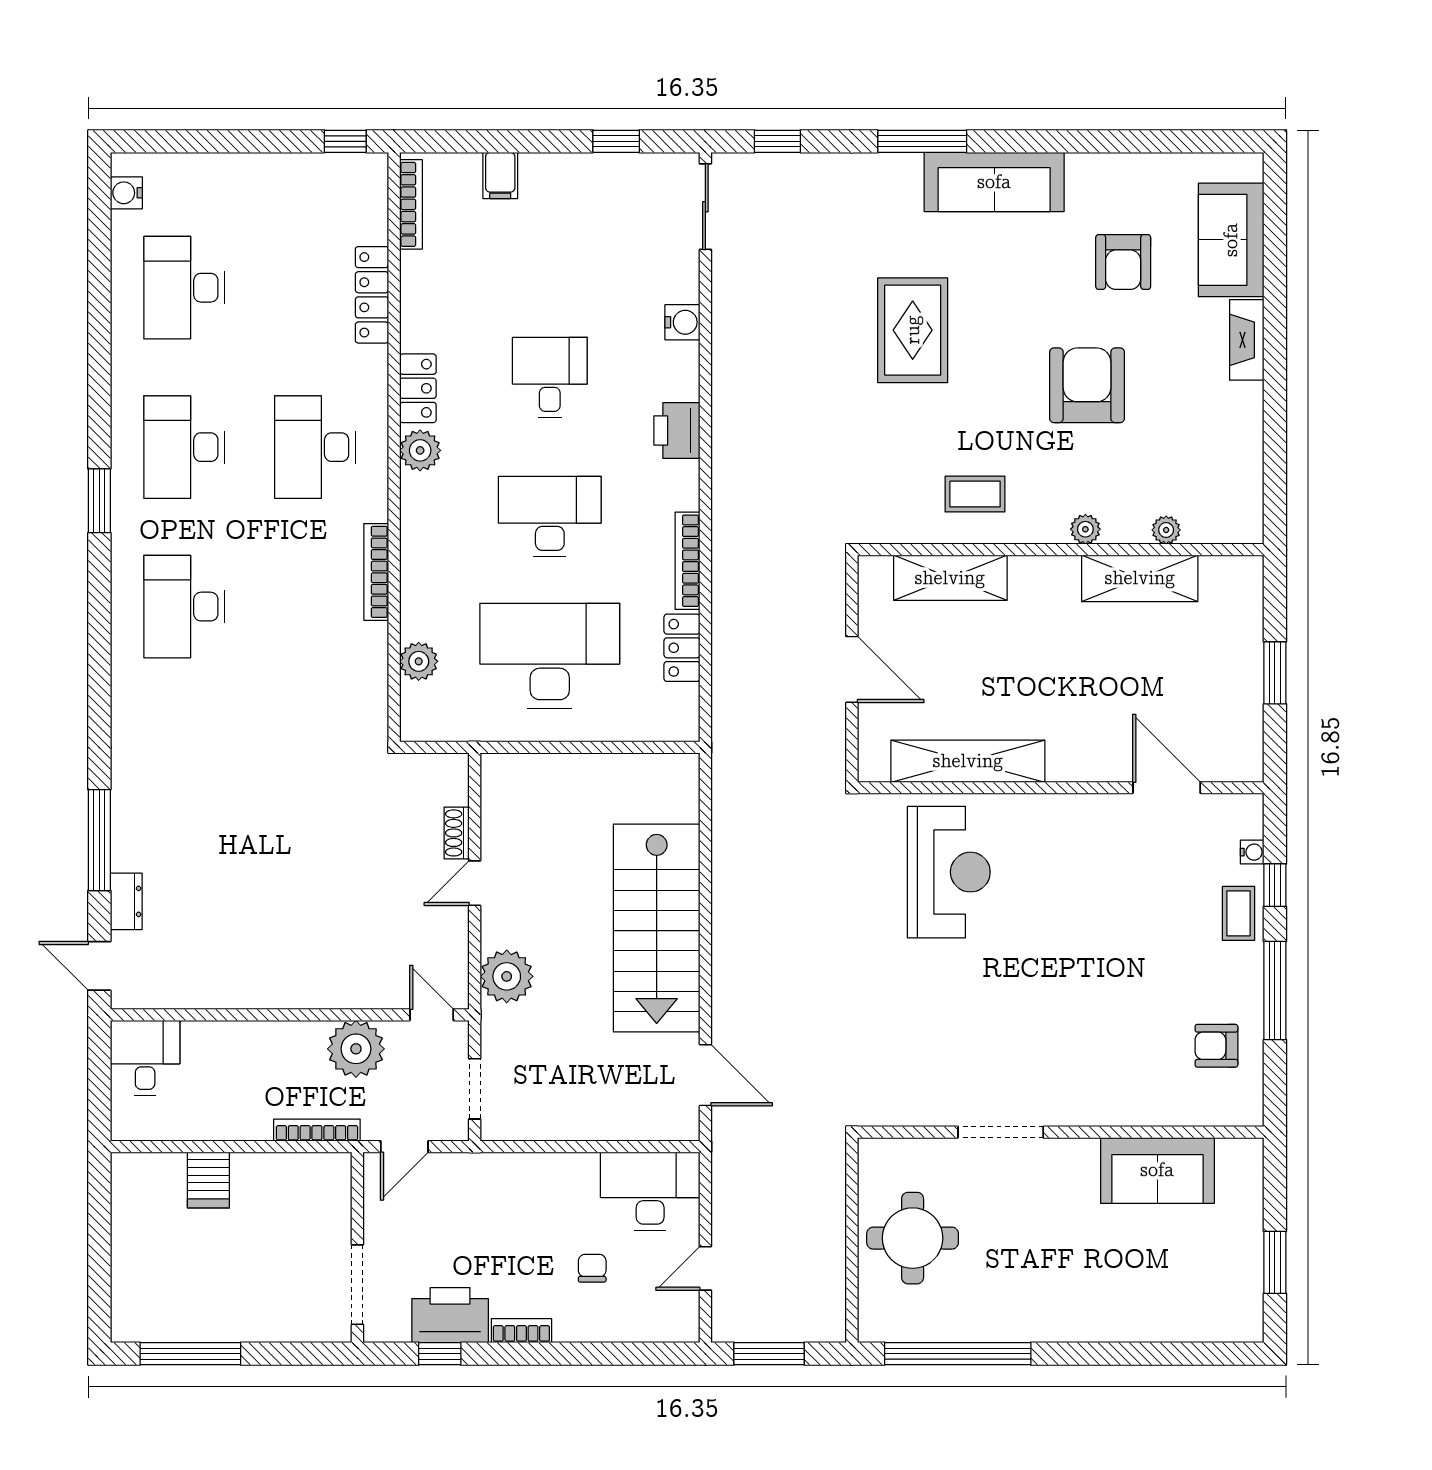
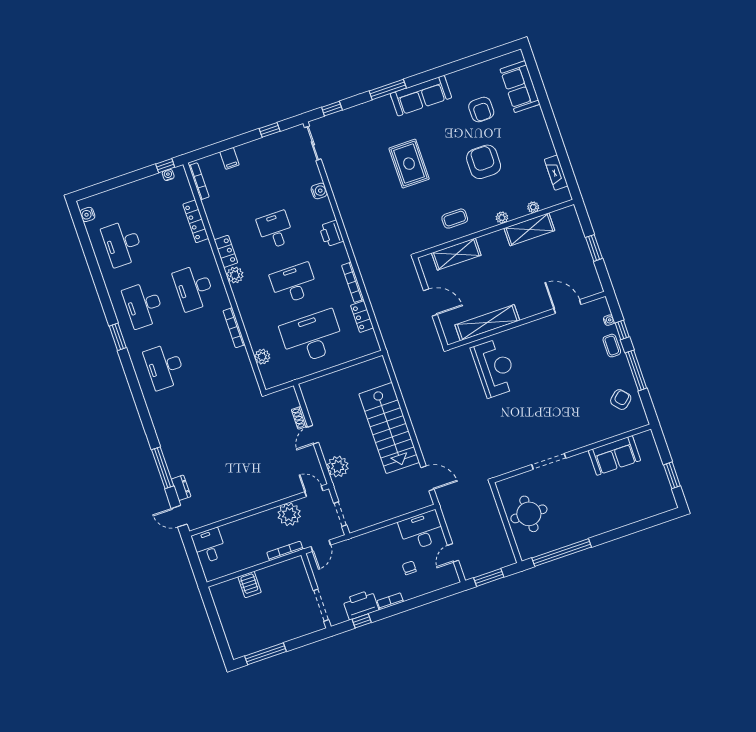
water cooler: (345, 165) -> (168, 175), added
fireplace: (1247, 340) -> (556, 173), moved
armchair: (1216, 1046) -> (621, 400), turned 139

